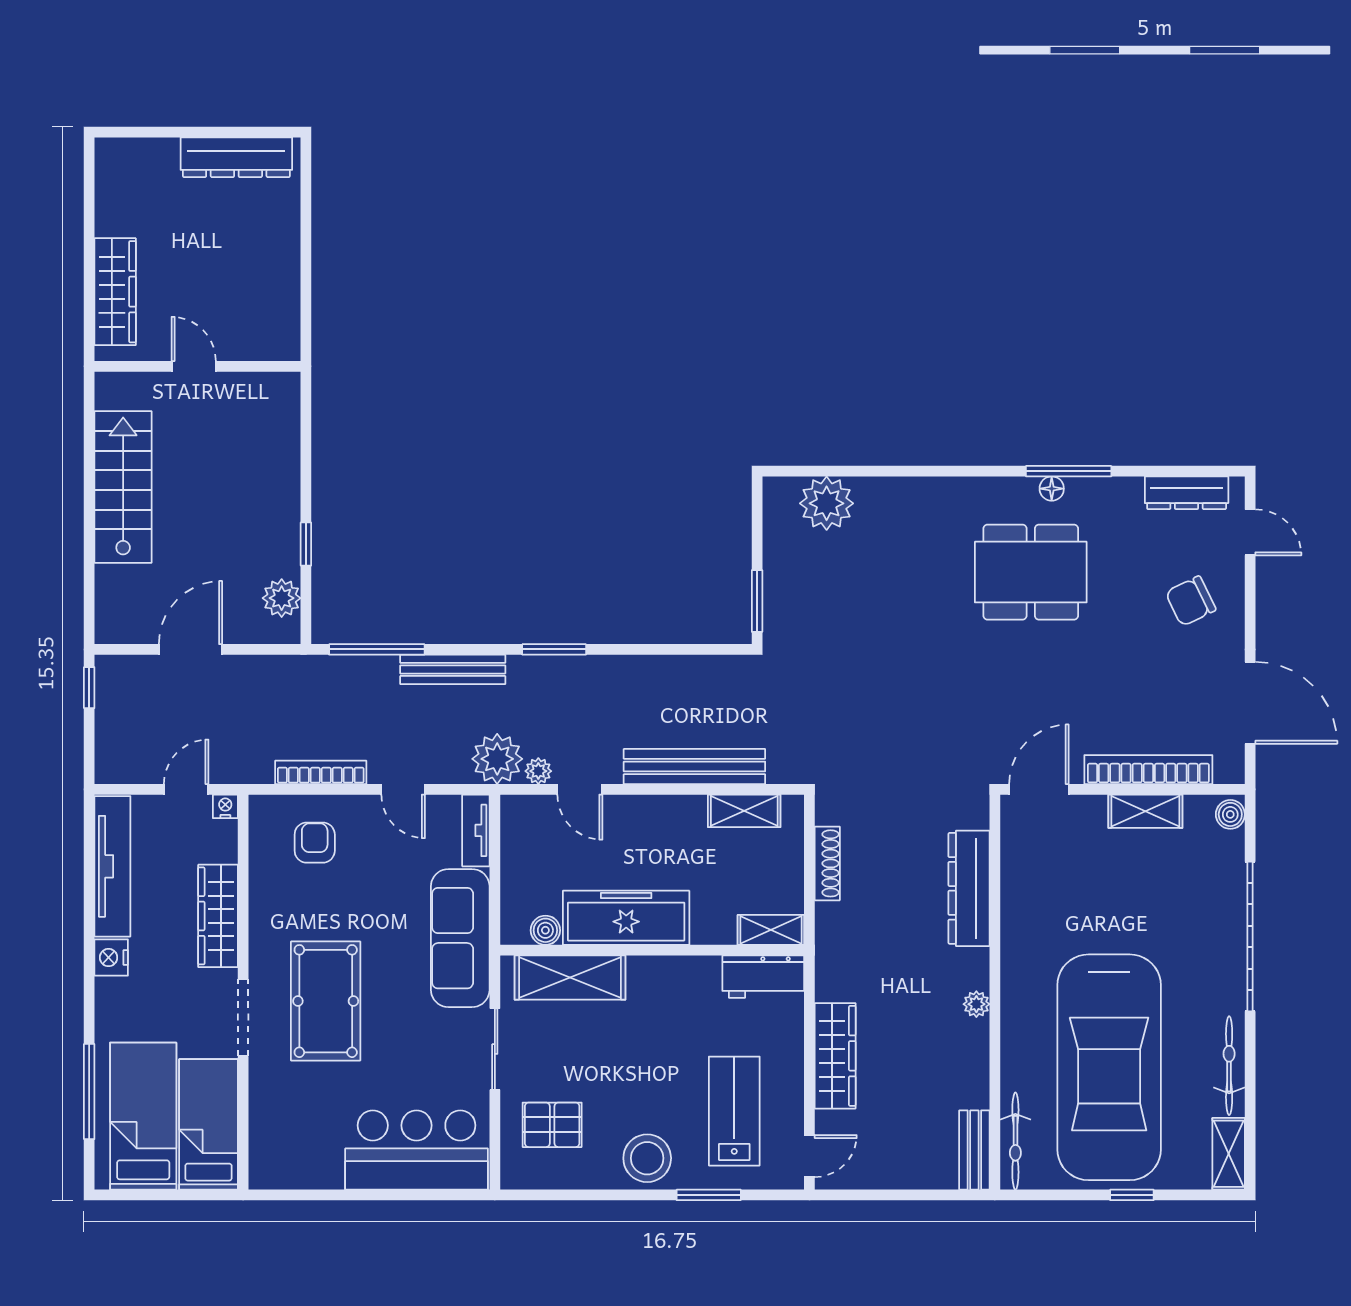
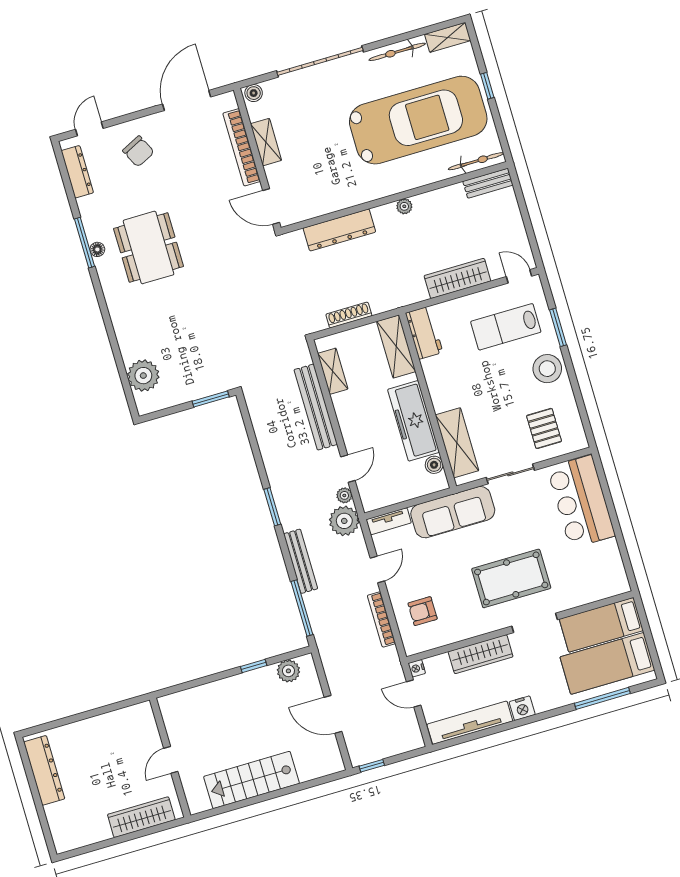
shelving: (771, 930) -> (396, 346), width x1.50, depth x1.33

